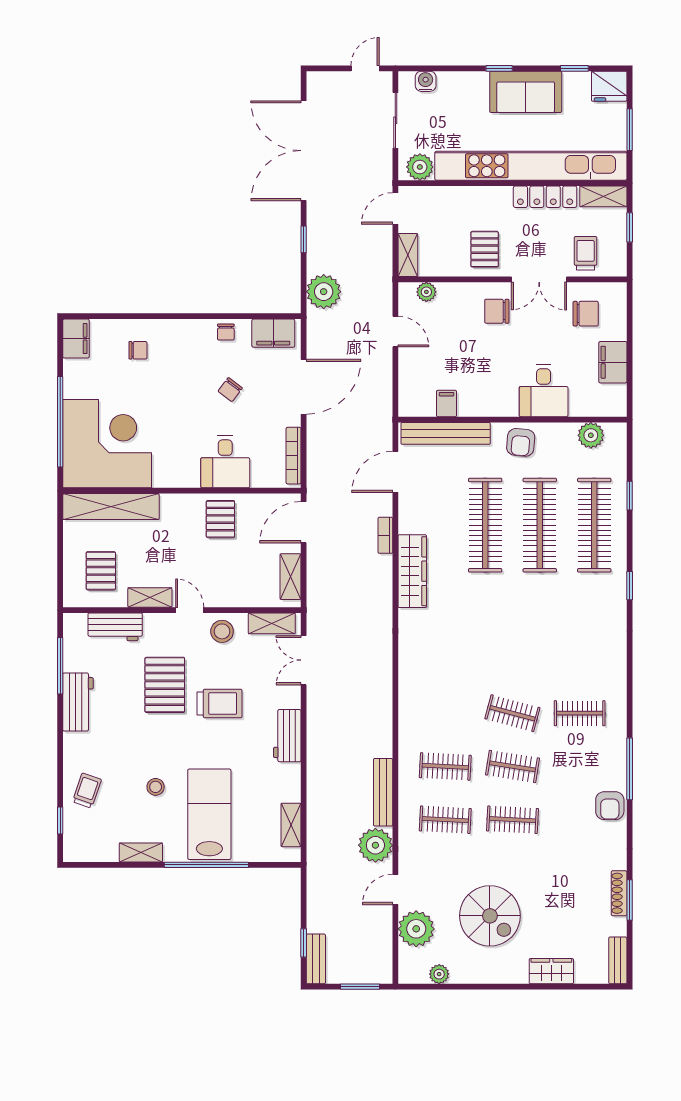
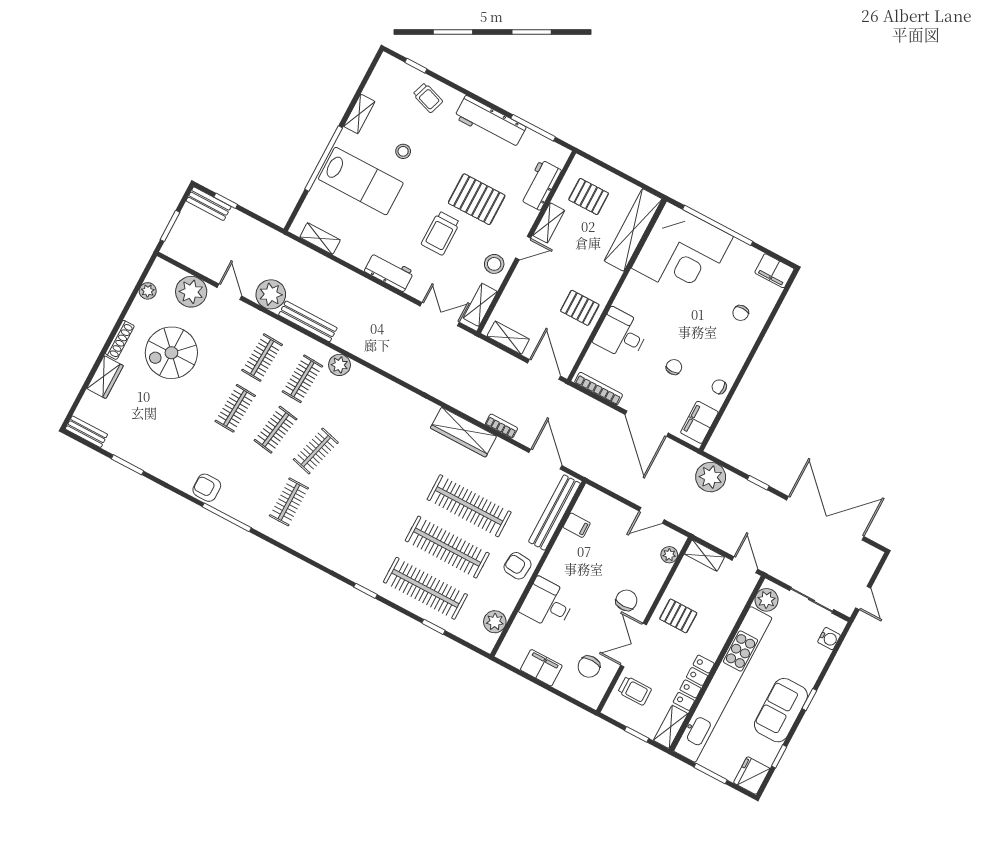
chair: (230, 390) -> (674, 367), turned 53
workbench: (78, 702) -> (490, 122), width x1.38
plant: (411, 736) -> (339, 365), added
shoe rack: (619, 893) -> (120, 340), moved, turned 90

